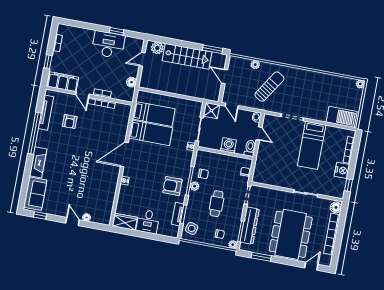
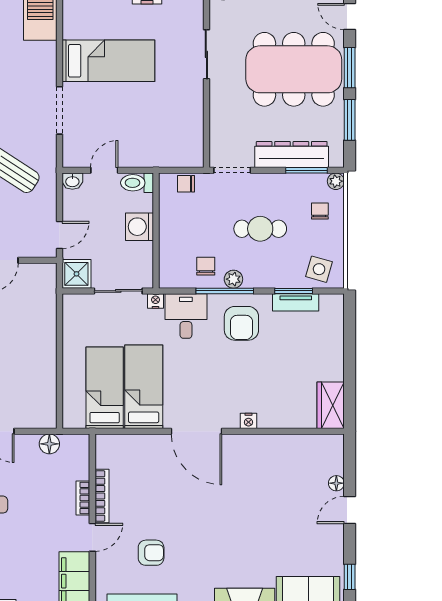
desk: (148, 222) -> (186, 316), moved, turned -90
window: (286, 261) -> (350, 68), added

